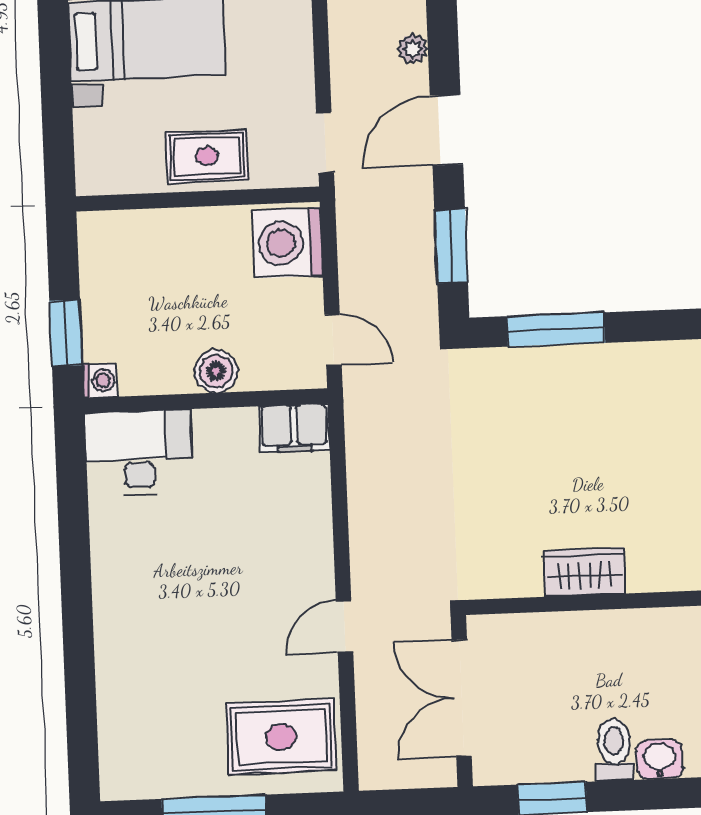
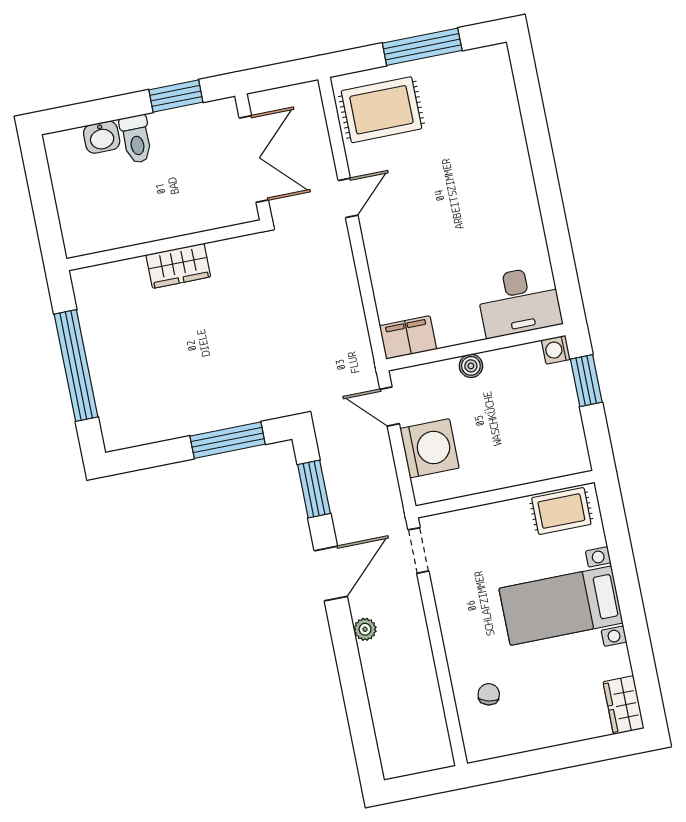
rug: (207, 156) -> (561, 511), moved
washing machine: (287, 243) -> (430, 448), moved
boiler: (216, 371) -> (471, 366), width x0.73, depth x0.73

